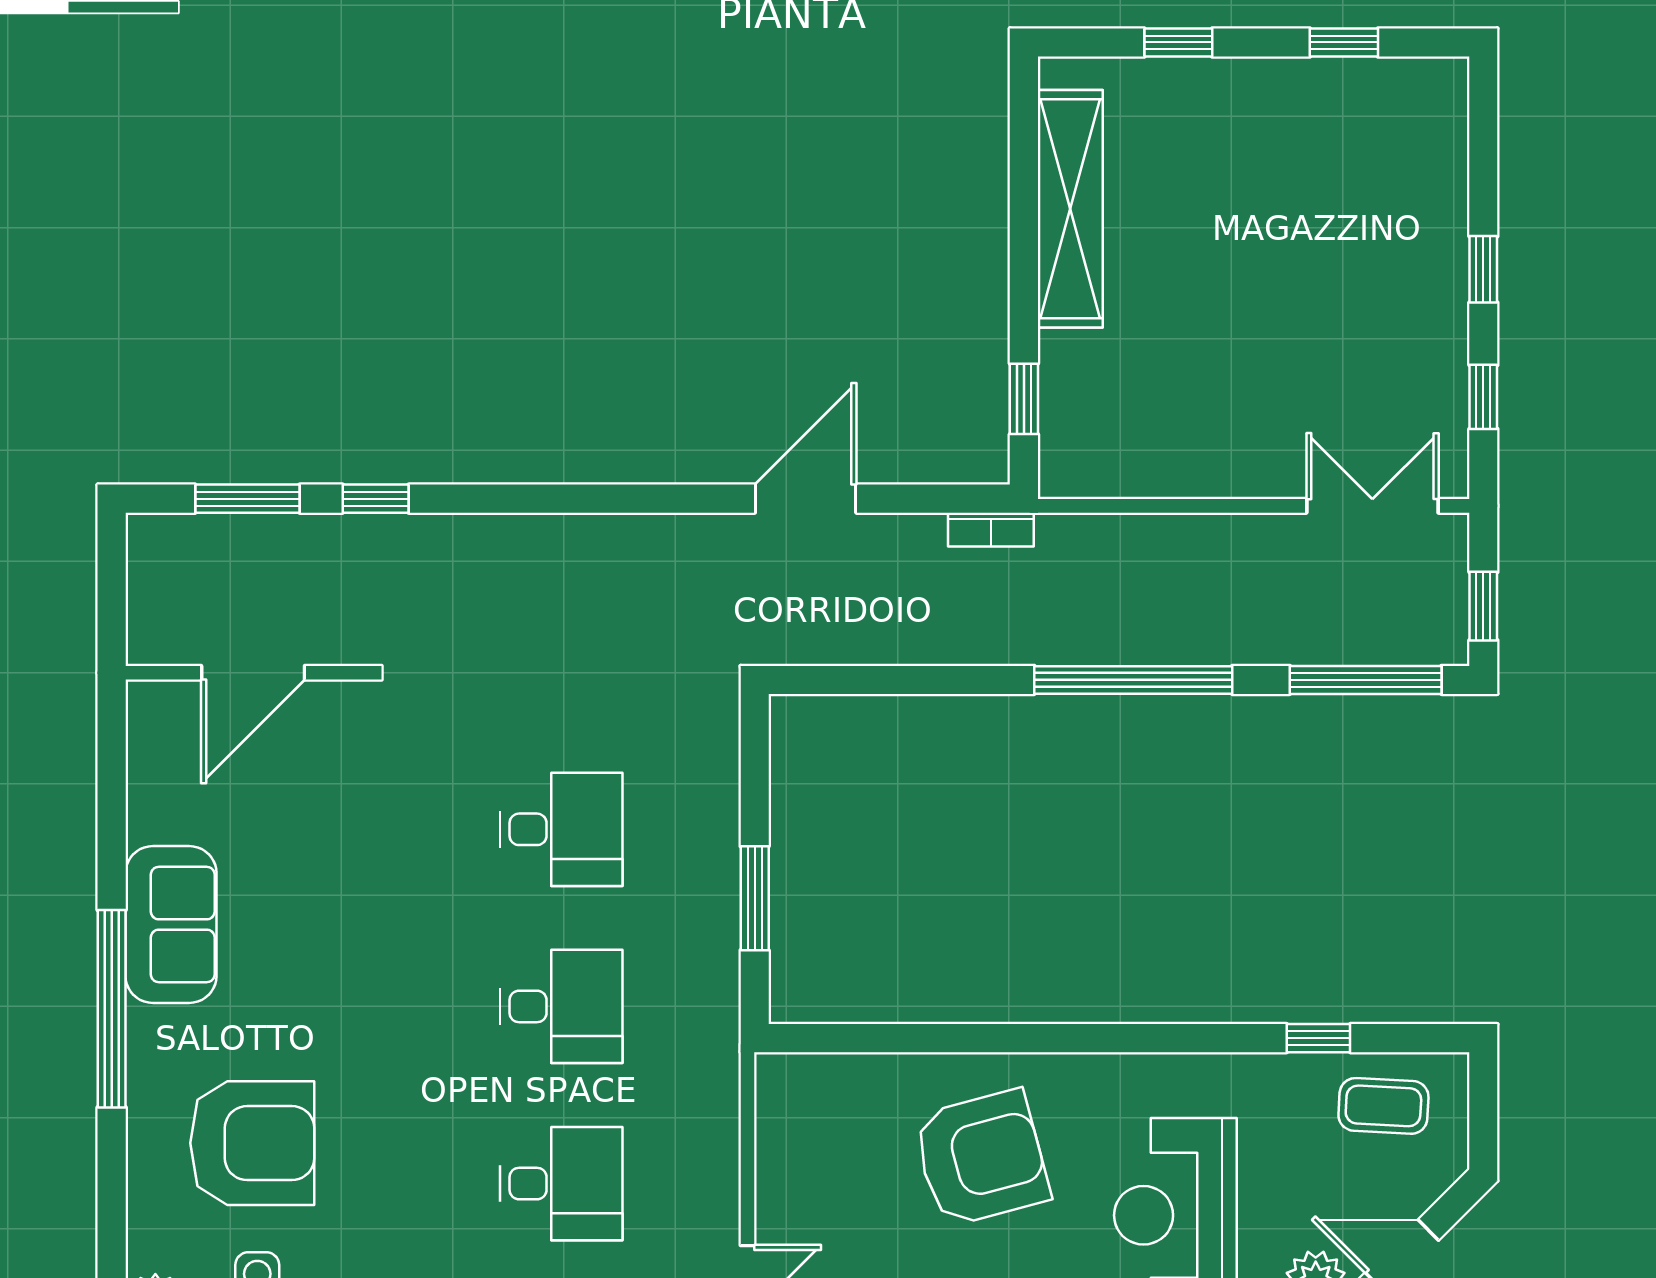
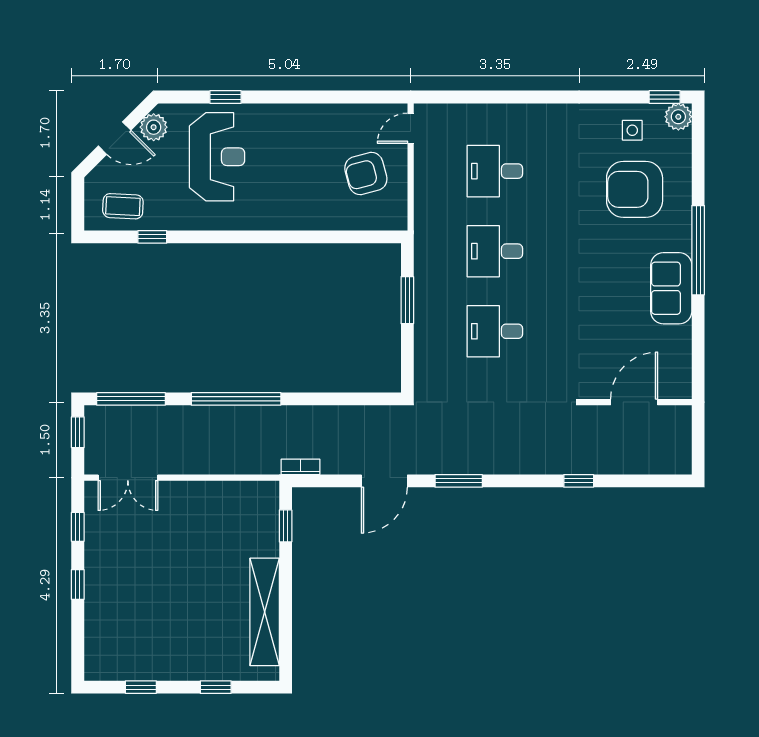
window: (247, 499) -> (459, 481), moved
armchair: (981, 1158) -> (366, 174), moved, width x0.73, depth x0.73

